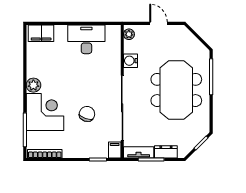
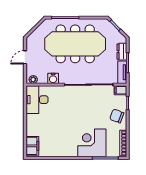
desk: (86, 39) -> (37, 100), moved
plant: (33, 85) -> (72, 152), removed
meeting table: (176, 90) -> (75, 44), width x1.36
chair: (87, 114) -> (117, 116), moved

